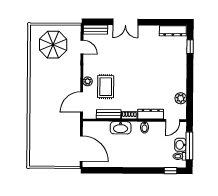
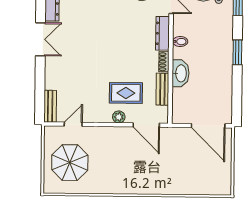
double door: (125, 22) -> (40, 39), moved
door: (81, 149) -> (208, 126), swing flipped
window: (137, 170) -> (237, 52), added

